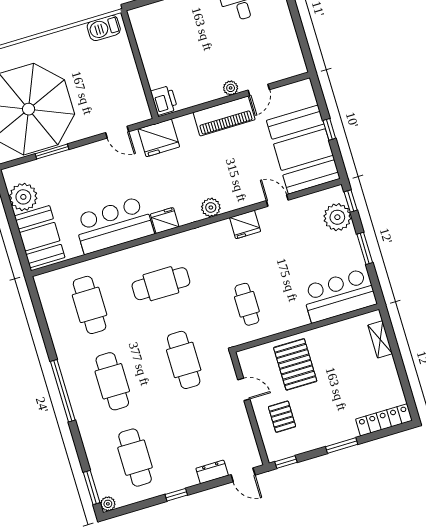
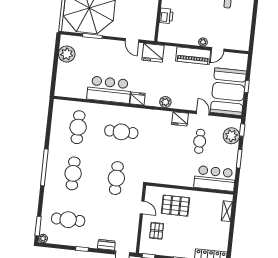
printer: (164, 100) -> (166, 16), moved
booth: (40, 237) -> (67, 79), removed
cafe table: (247, 304) -> (200, 141), moved
pallet: (295, 364) -> (175, 206), turned 90
cafe table: (135, 458) -> (68, 220), turned 90

